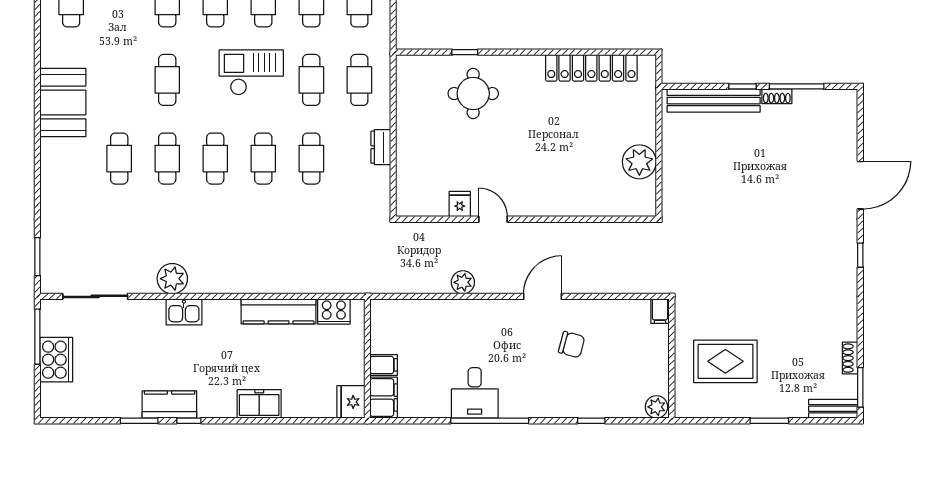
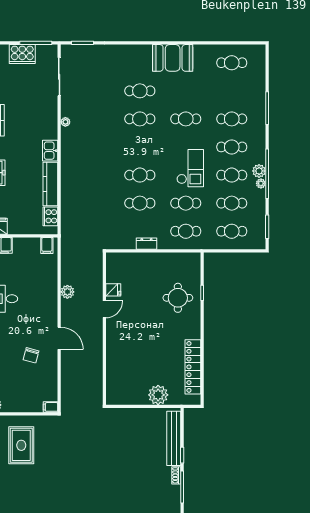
cafe table: (215, 159) -> (140, 147), removed
plant: (639, 162) -> (158, 395), moved
plant: (172, 279) -> (65, 122), width x0.53, depth x0.53
kitchen sink: (184, 312) -> (50, 151), moved
filing cabinet: (384, 365) -> (47, 245), moved

